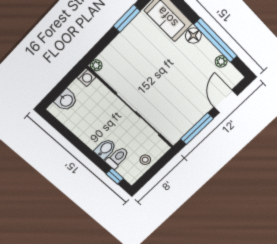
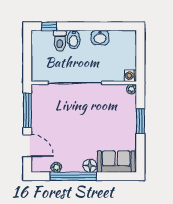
window: (127, 19) -> (140, 121), moved
washbasin: (66, 100) -> (100, 38), moved, turned -90
stool: (145, 160) -> (40, 57), removed

